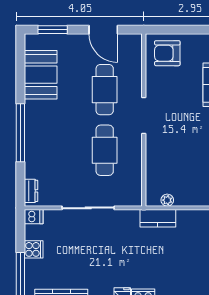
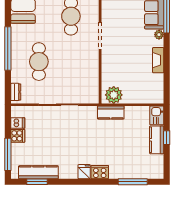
cafe table: (105, 150) -> (39, 62), moved
plant: (167, 200) -> (114, 95), width x1.88, depth x1.88
dishwasher: (34, 217) -> (18, 123), moved

